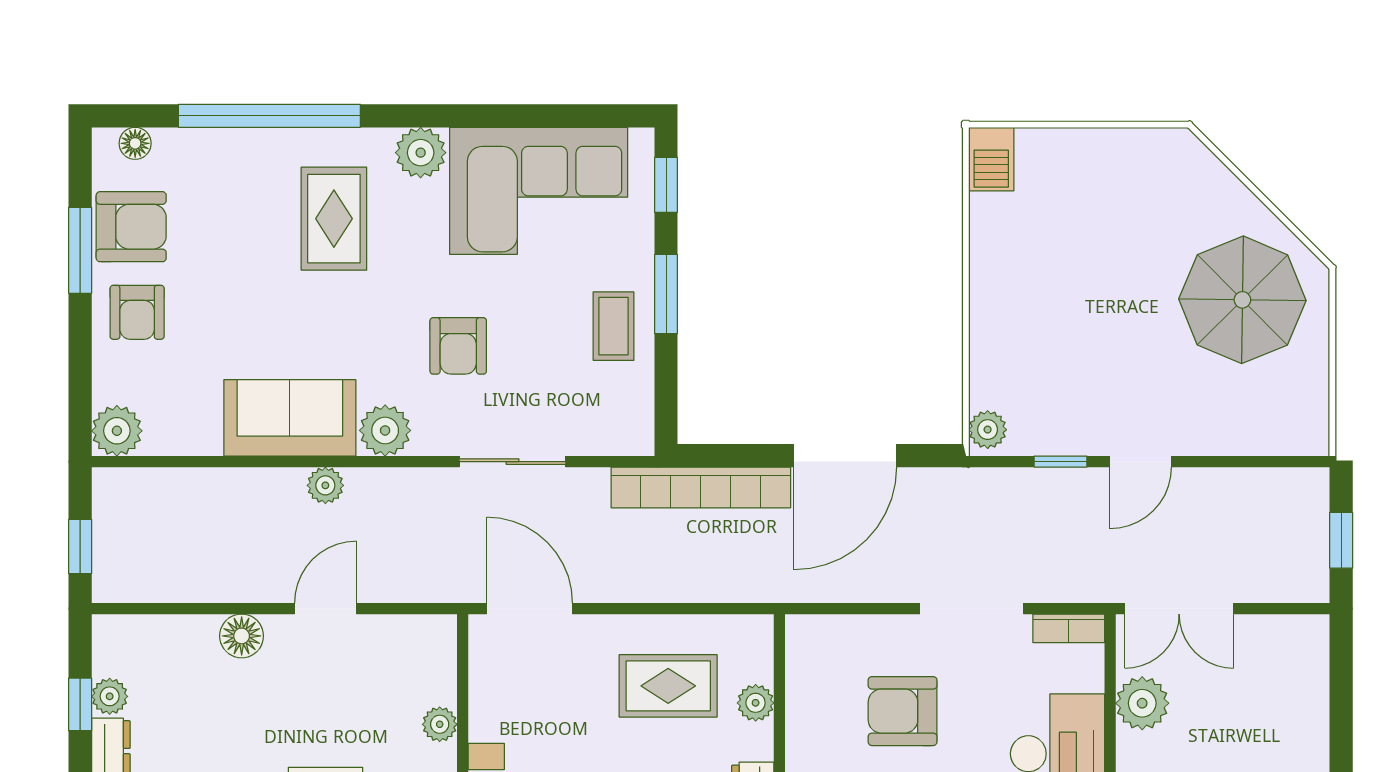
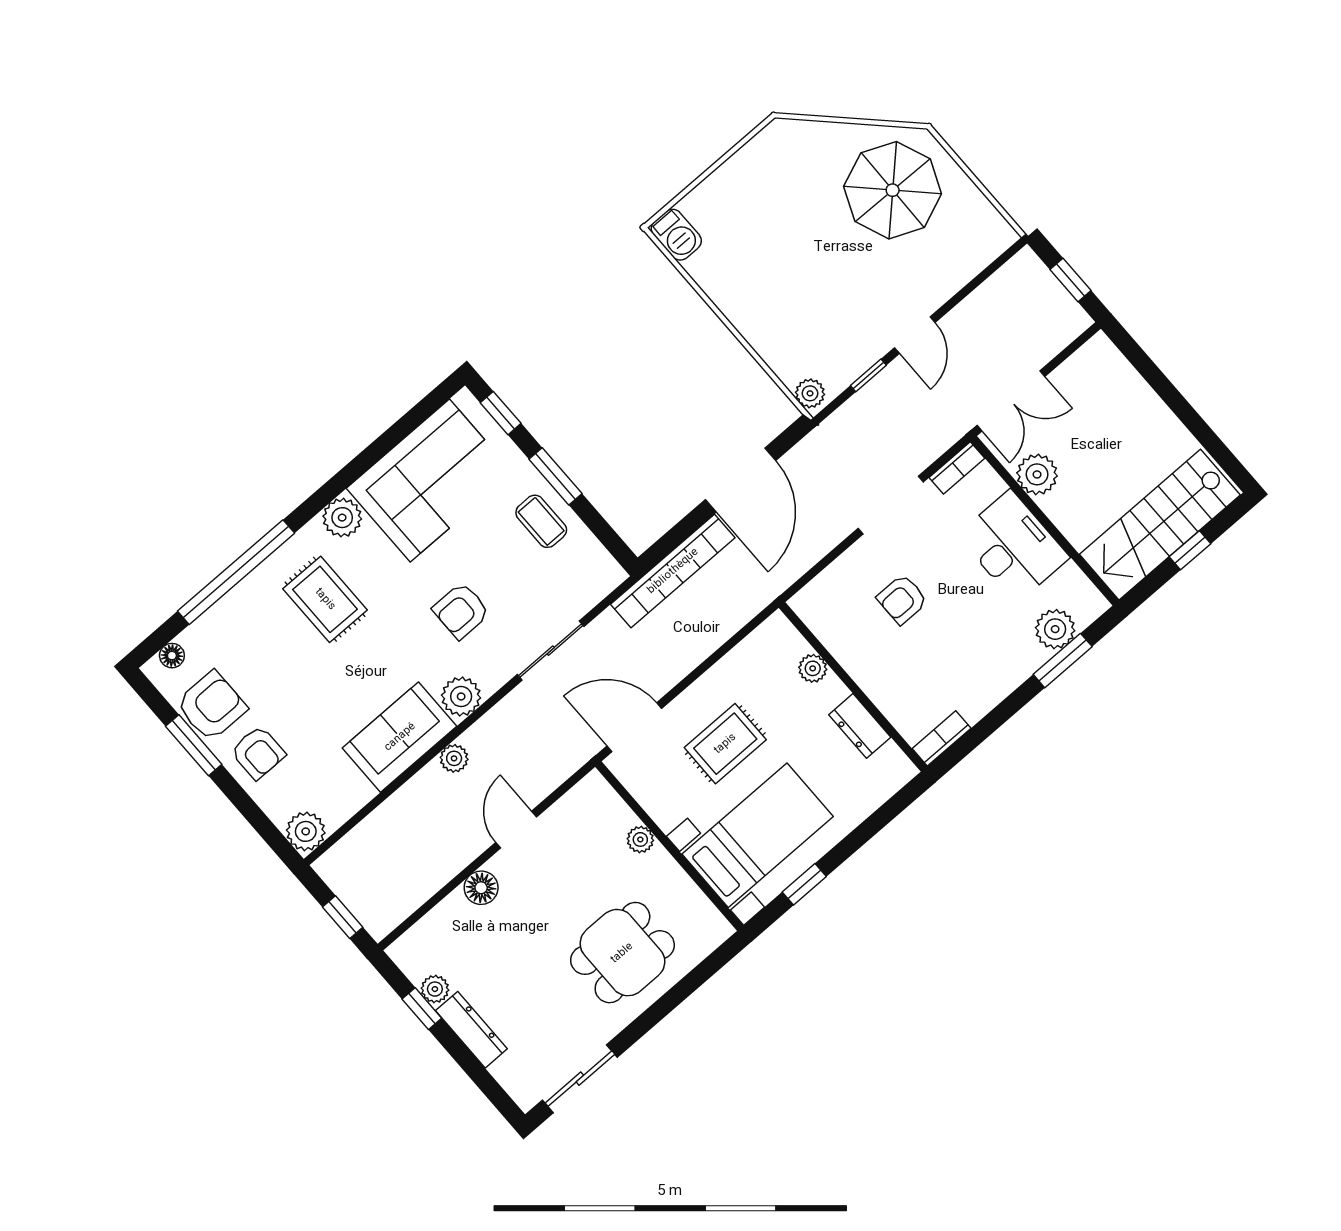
armchair: (458, 346) -> (461, 611), turned 90
rug: (668, 686) -> (725, 744), moved
armchair: (903, 711) -> (902, 599), width x0.72, depth x0.72

